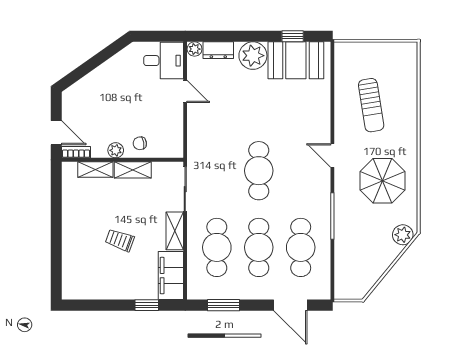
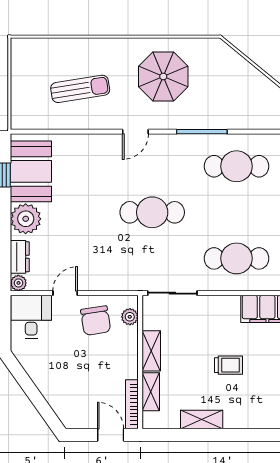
door: (56, 133) -> (111, 435), hinge flipped
chair: (140, 143) -> (96, 321), moved, width x1.87, depth x1.87
plant: (116, 150) -> (130, 317), moved
bookcase: (76, 152) -> (132, 404), width x1.56
shelving: (175, 231) -> (202, 419), moved
plant: (403, 235) -> (223, 54), removed
trolley: (120, 240) -> (228, 365), turned -110
cafe table: (259, 247) -> (236, 212), removed

